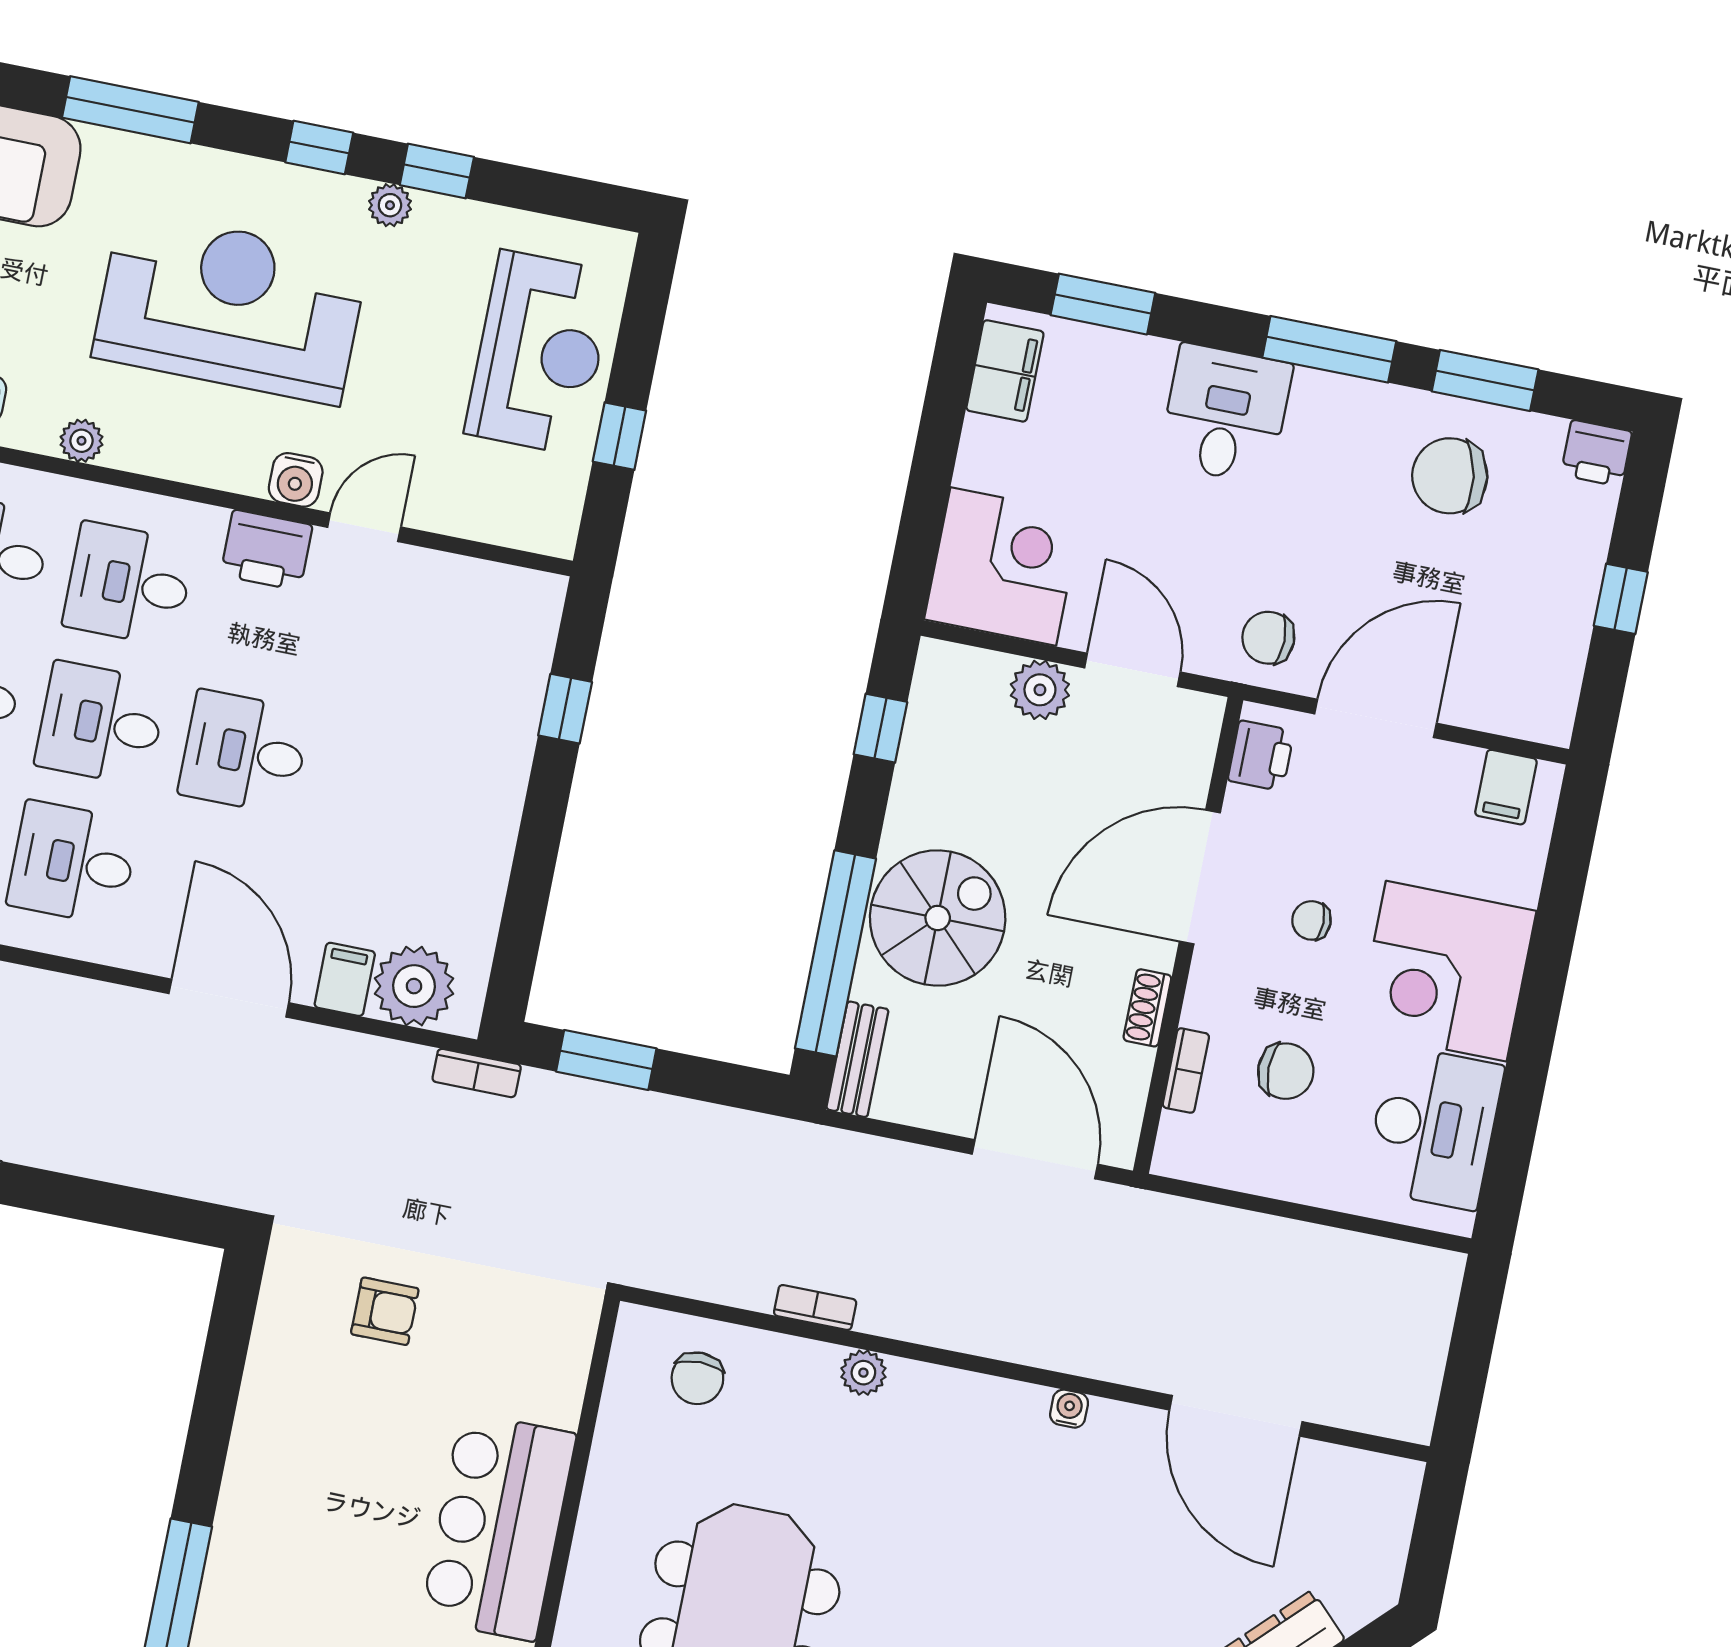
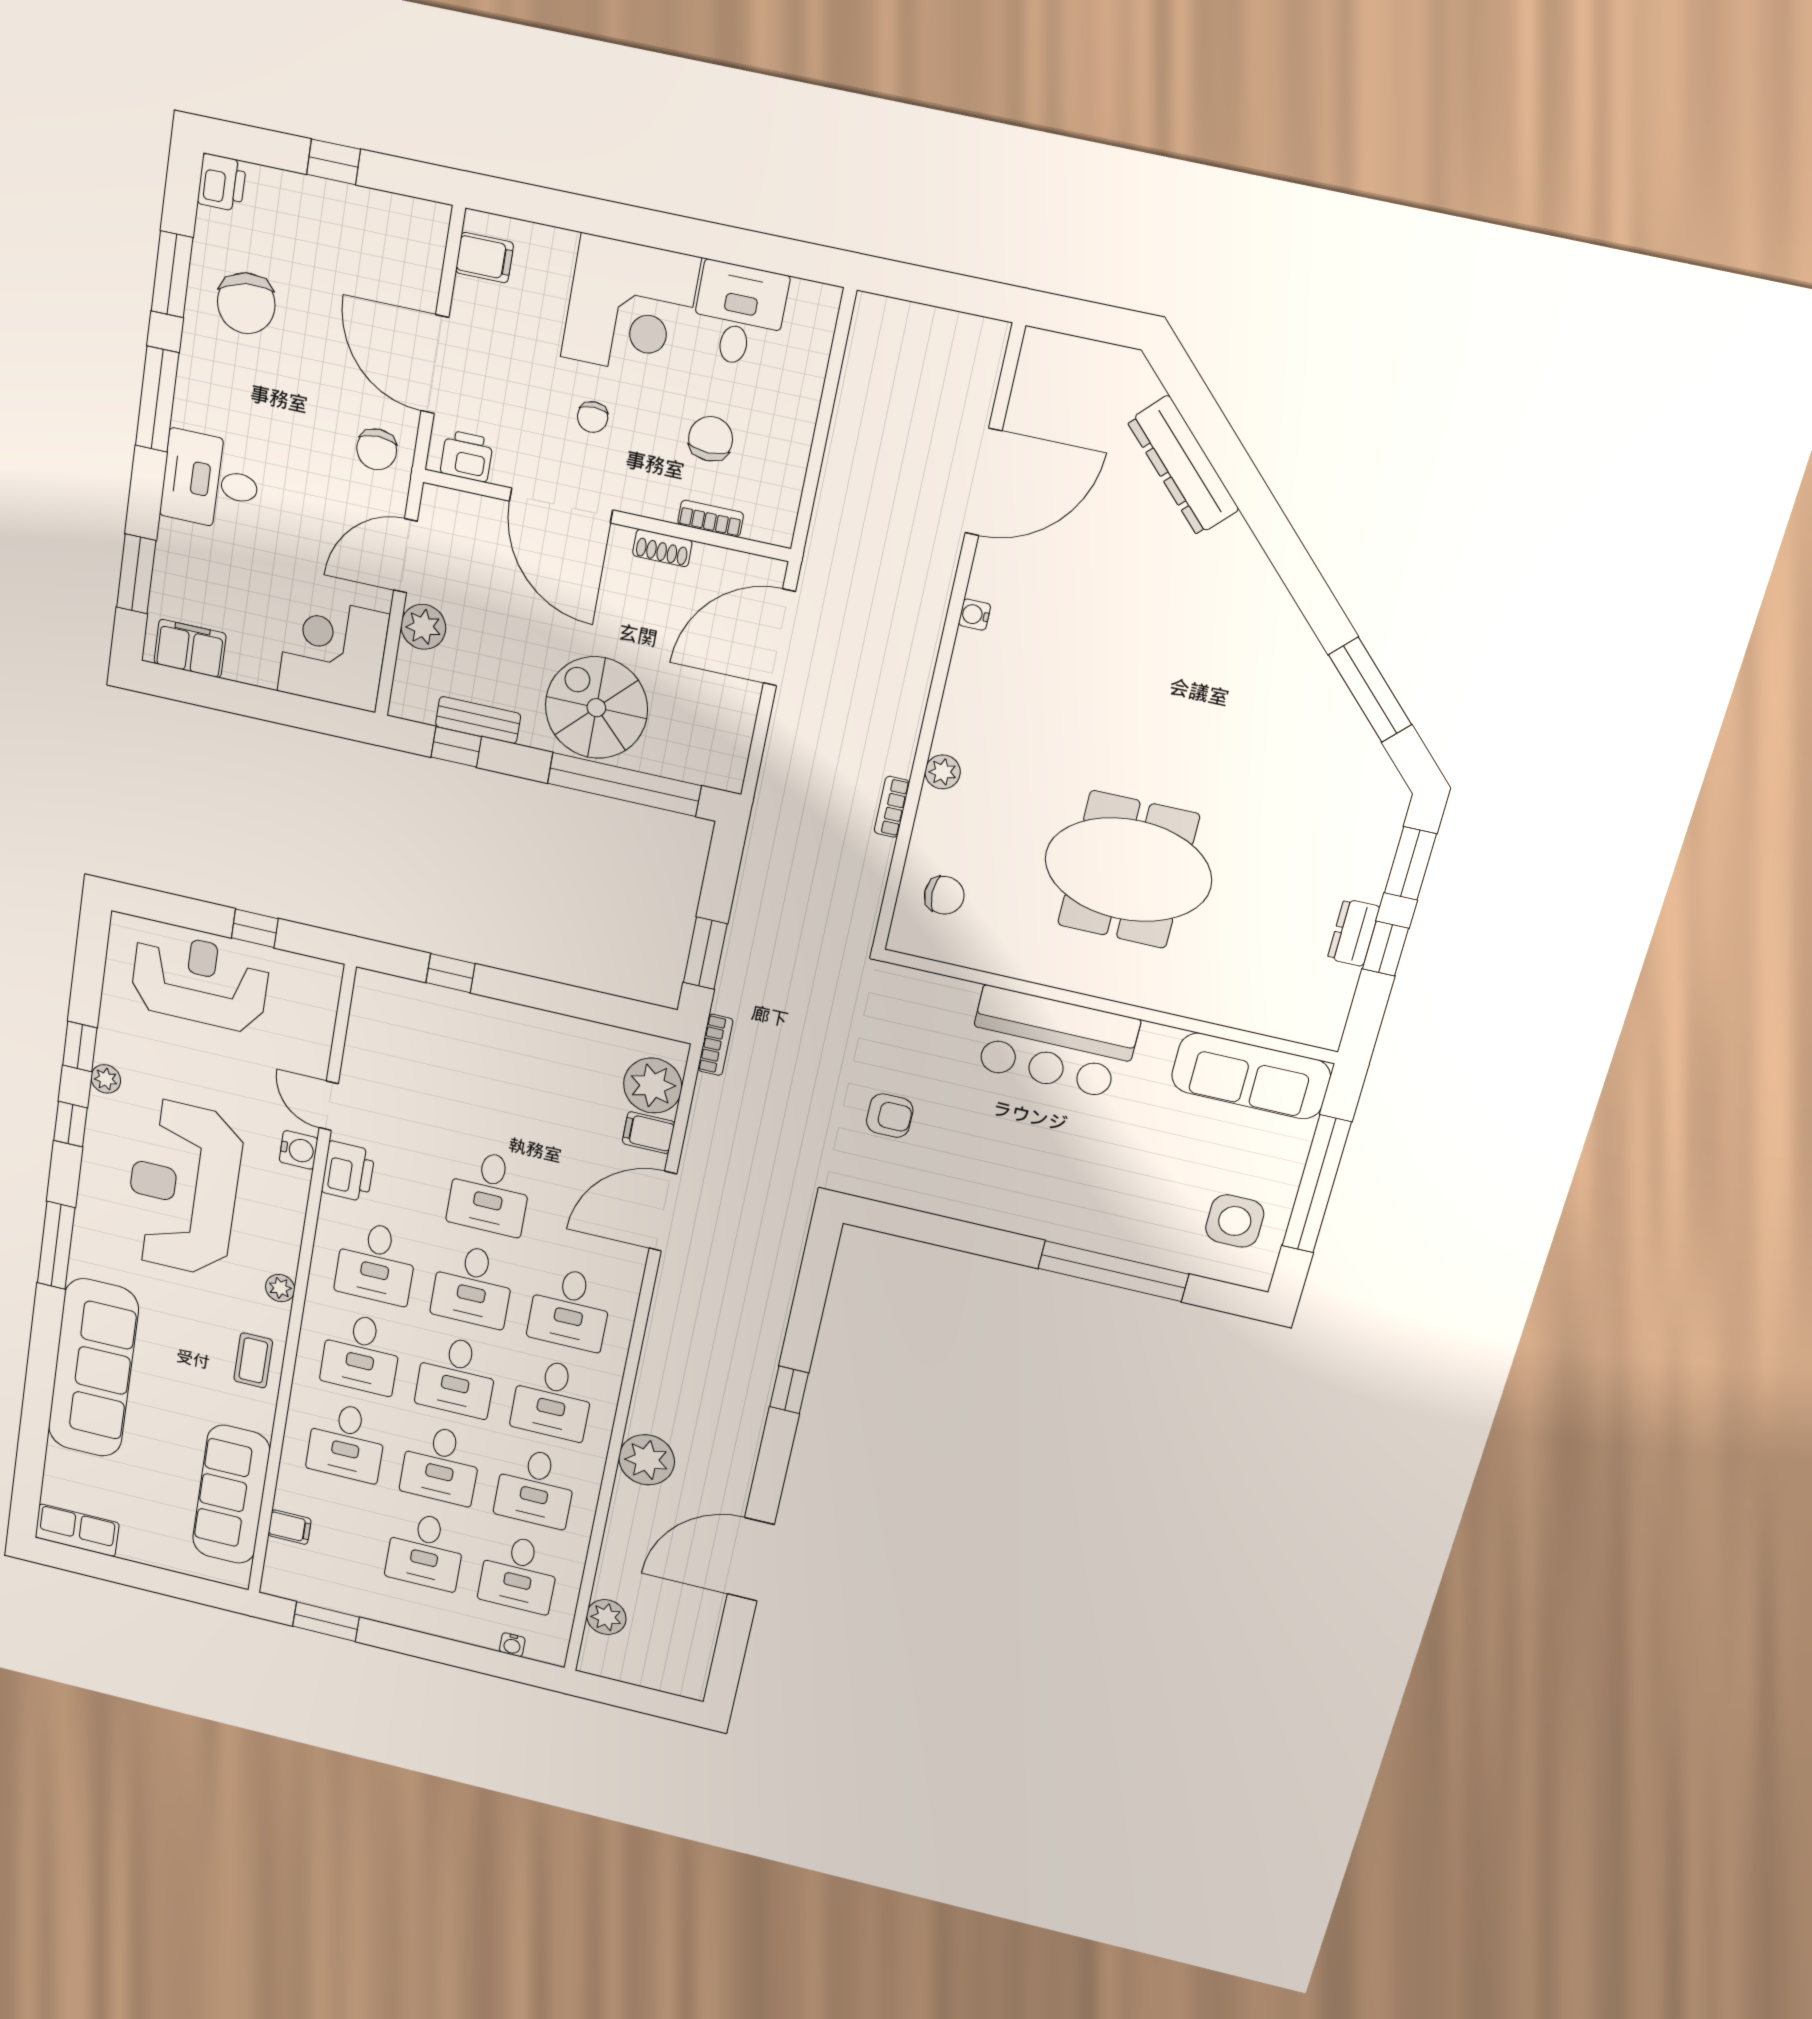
bench: (857, 1059) -> (478, 720), moved
desk: (1434, 1127) -> (739, 315), width x0.73
armchair: (385, 1311) -> (890, 1116), turned 90

